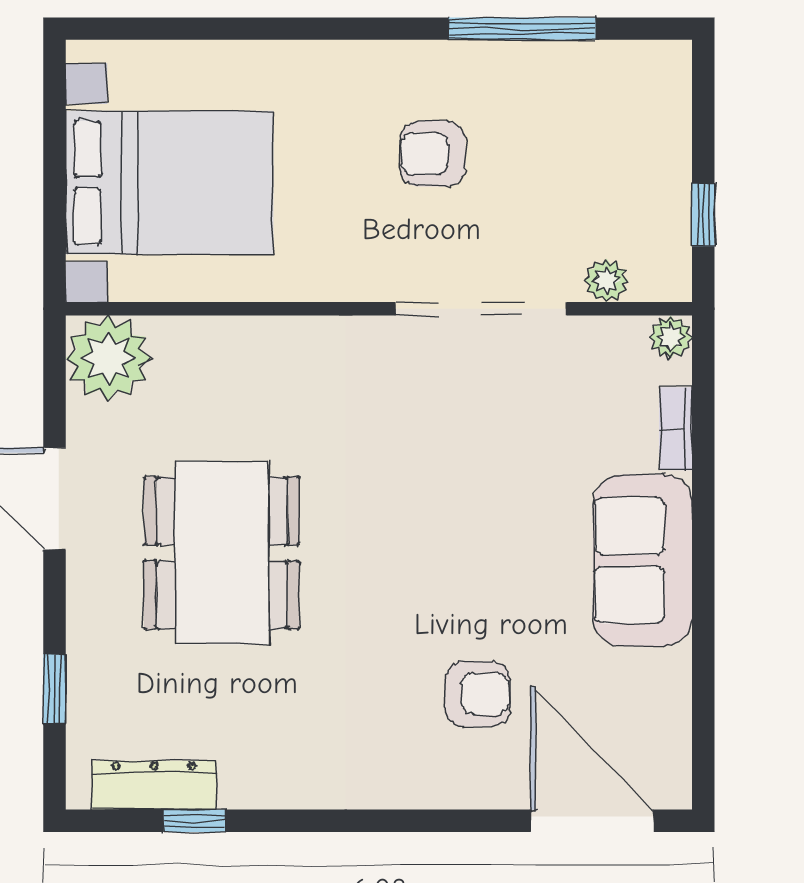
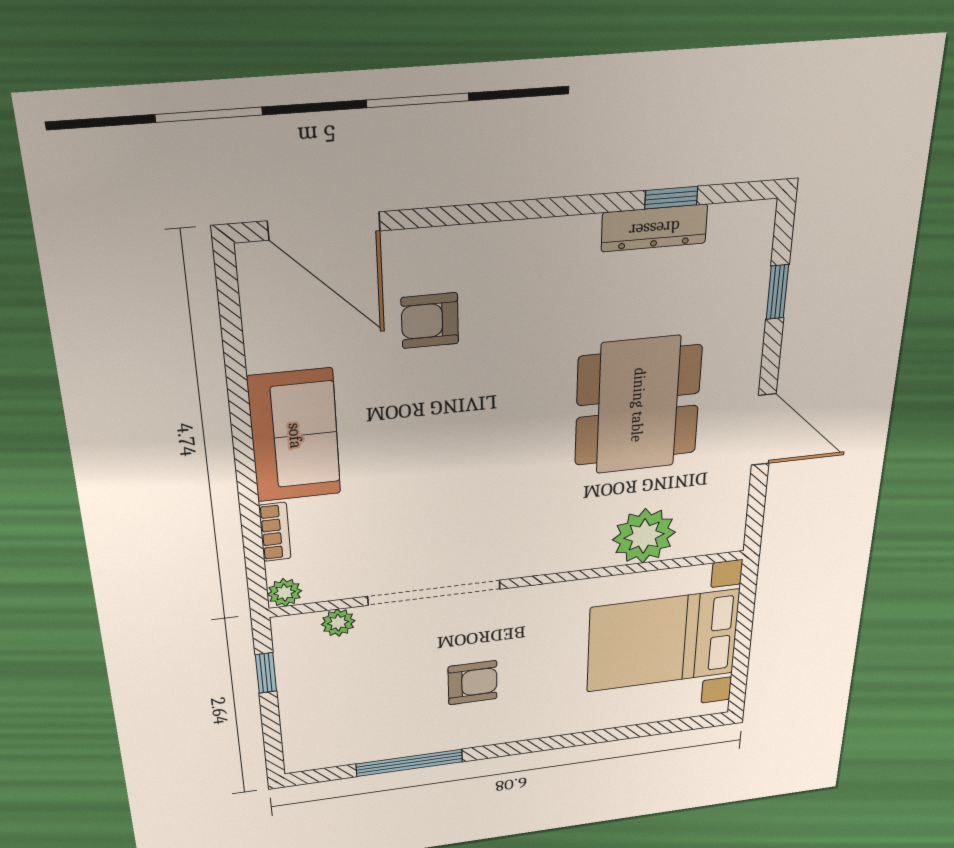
plant: (108, 358) -> (644, 536), moved
dresser: (154, 785) -> (654, 228), moved

